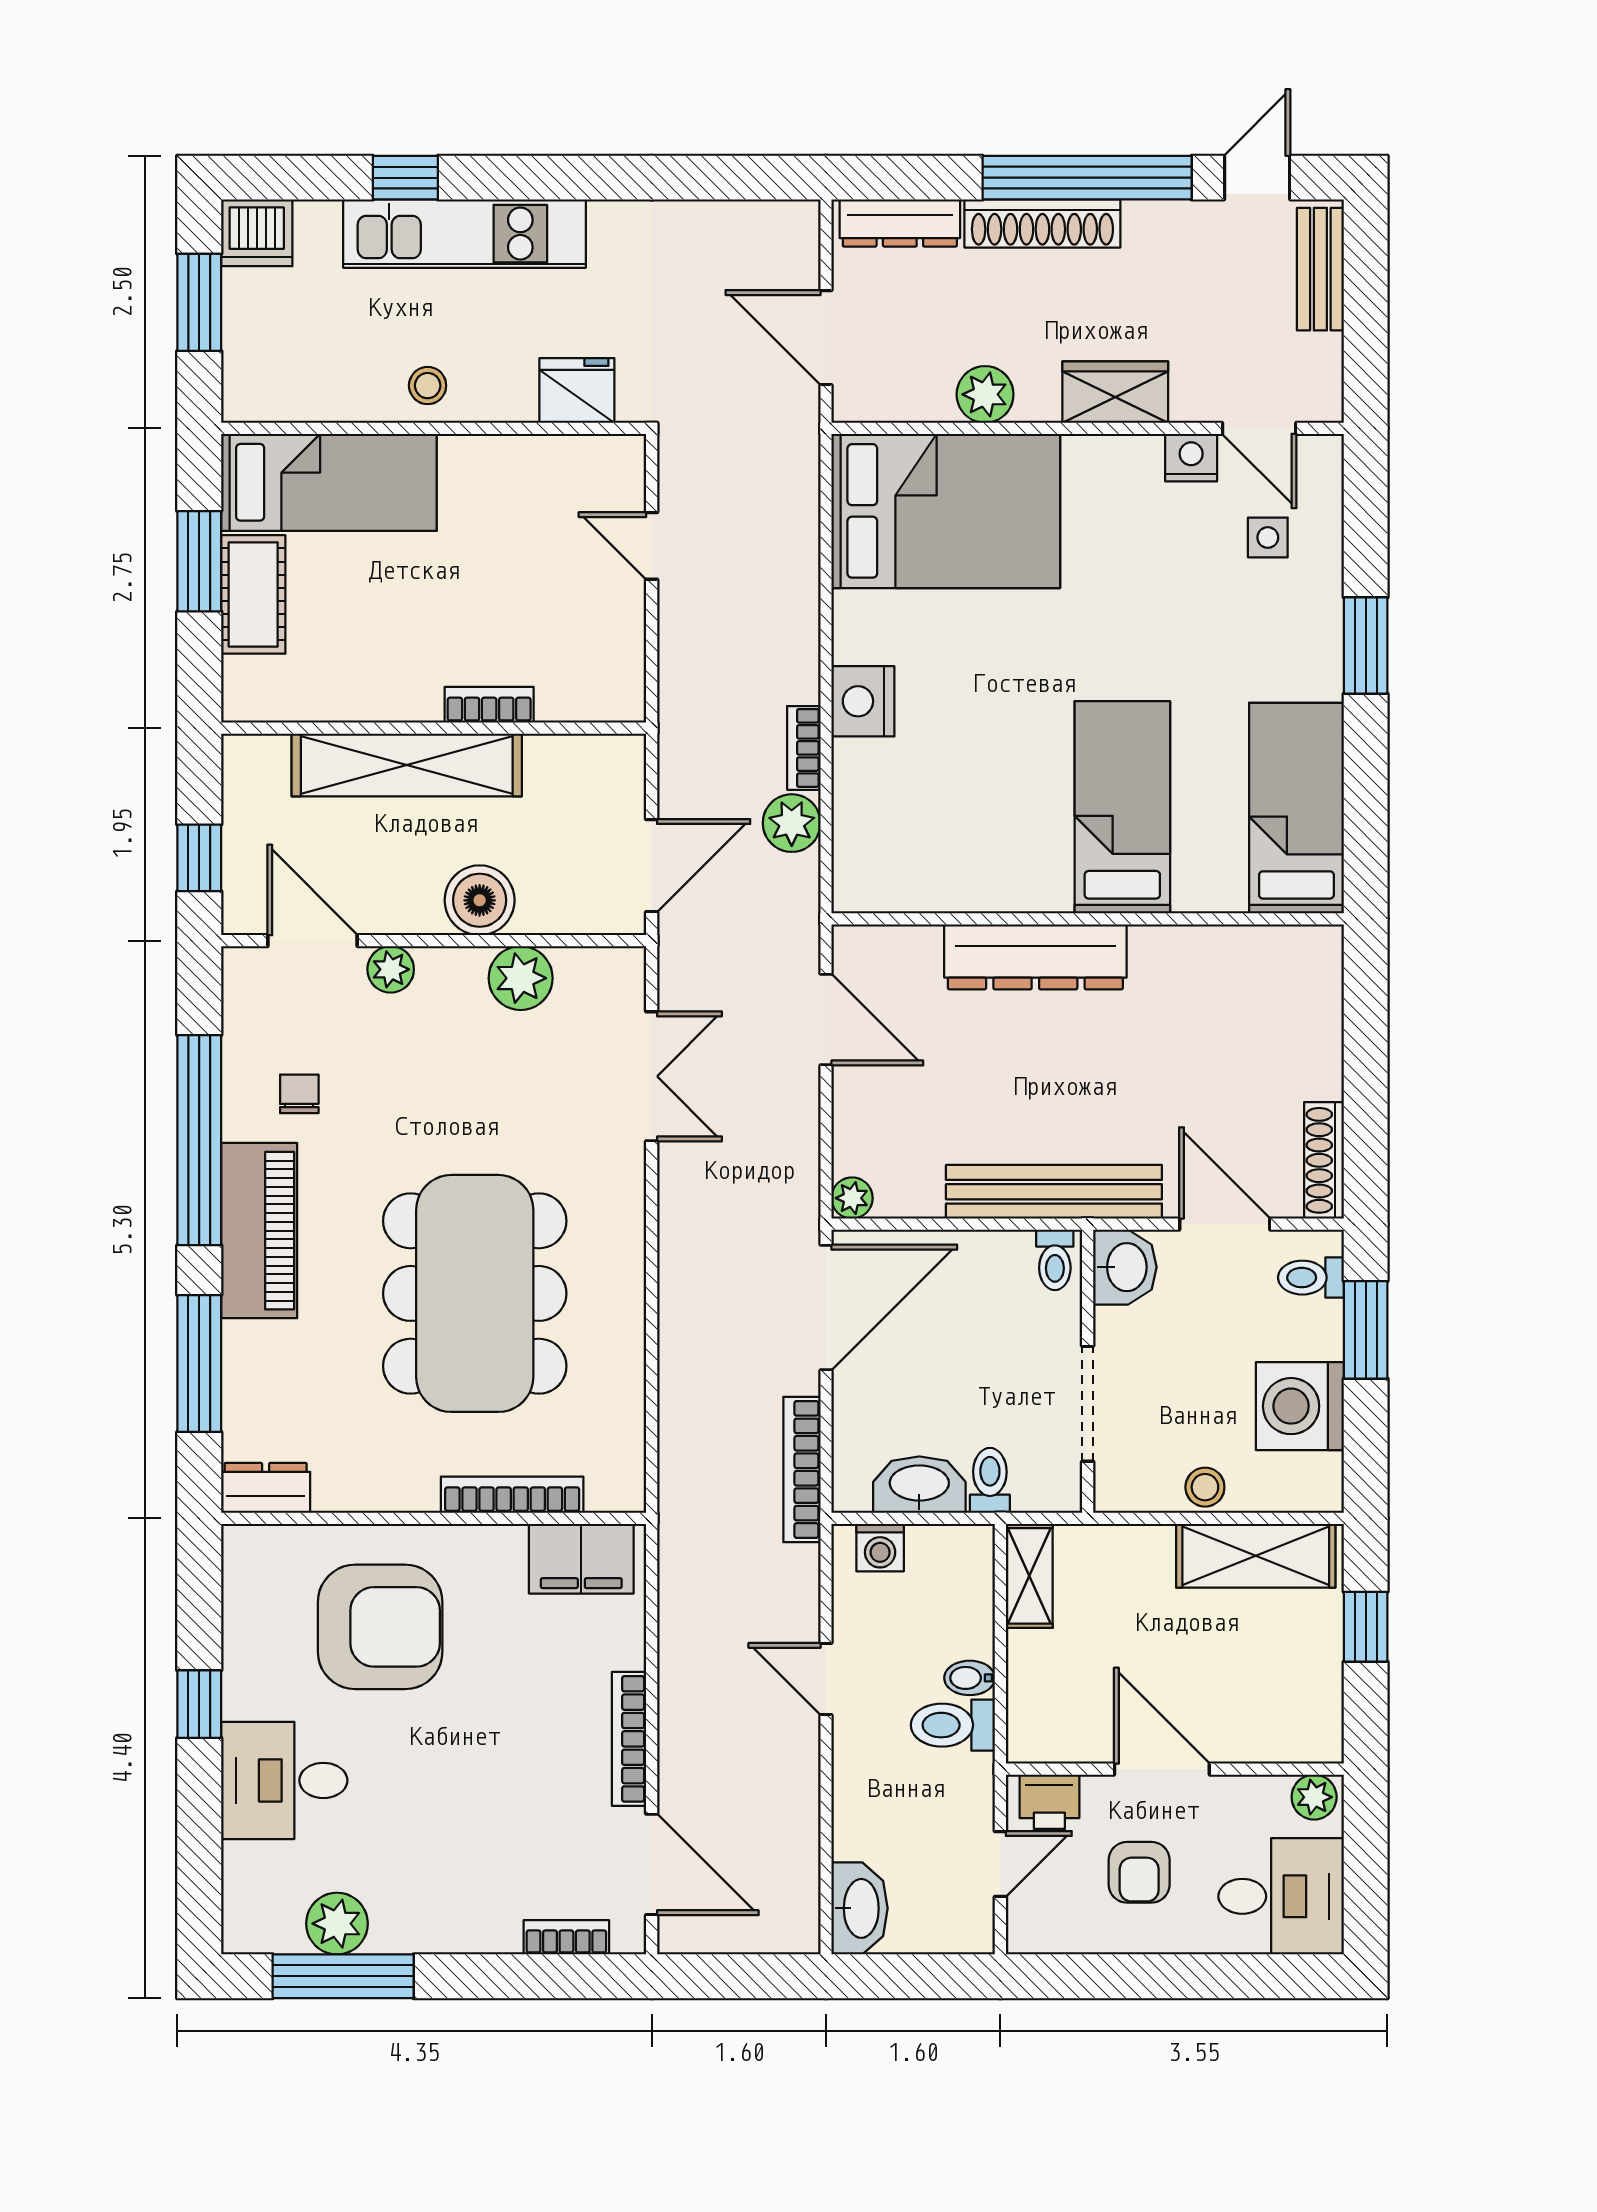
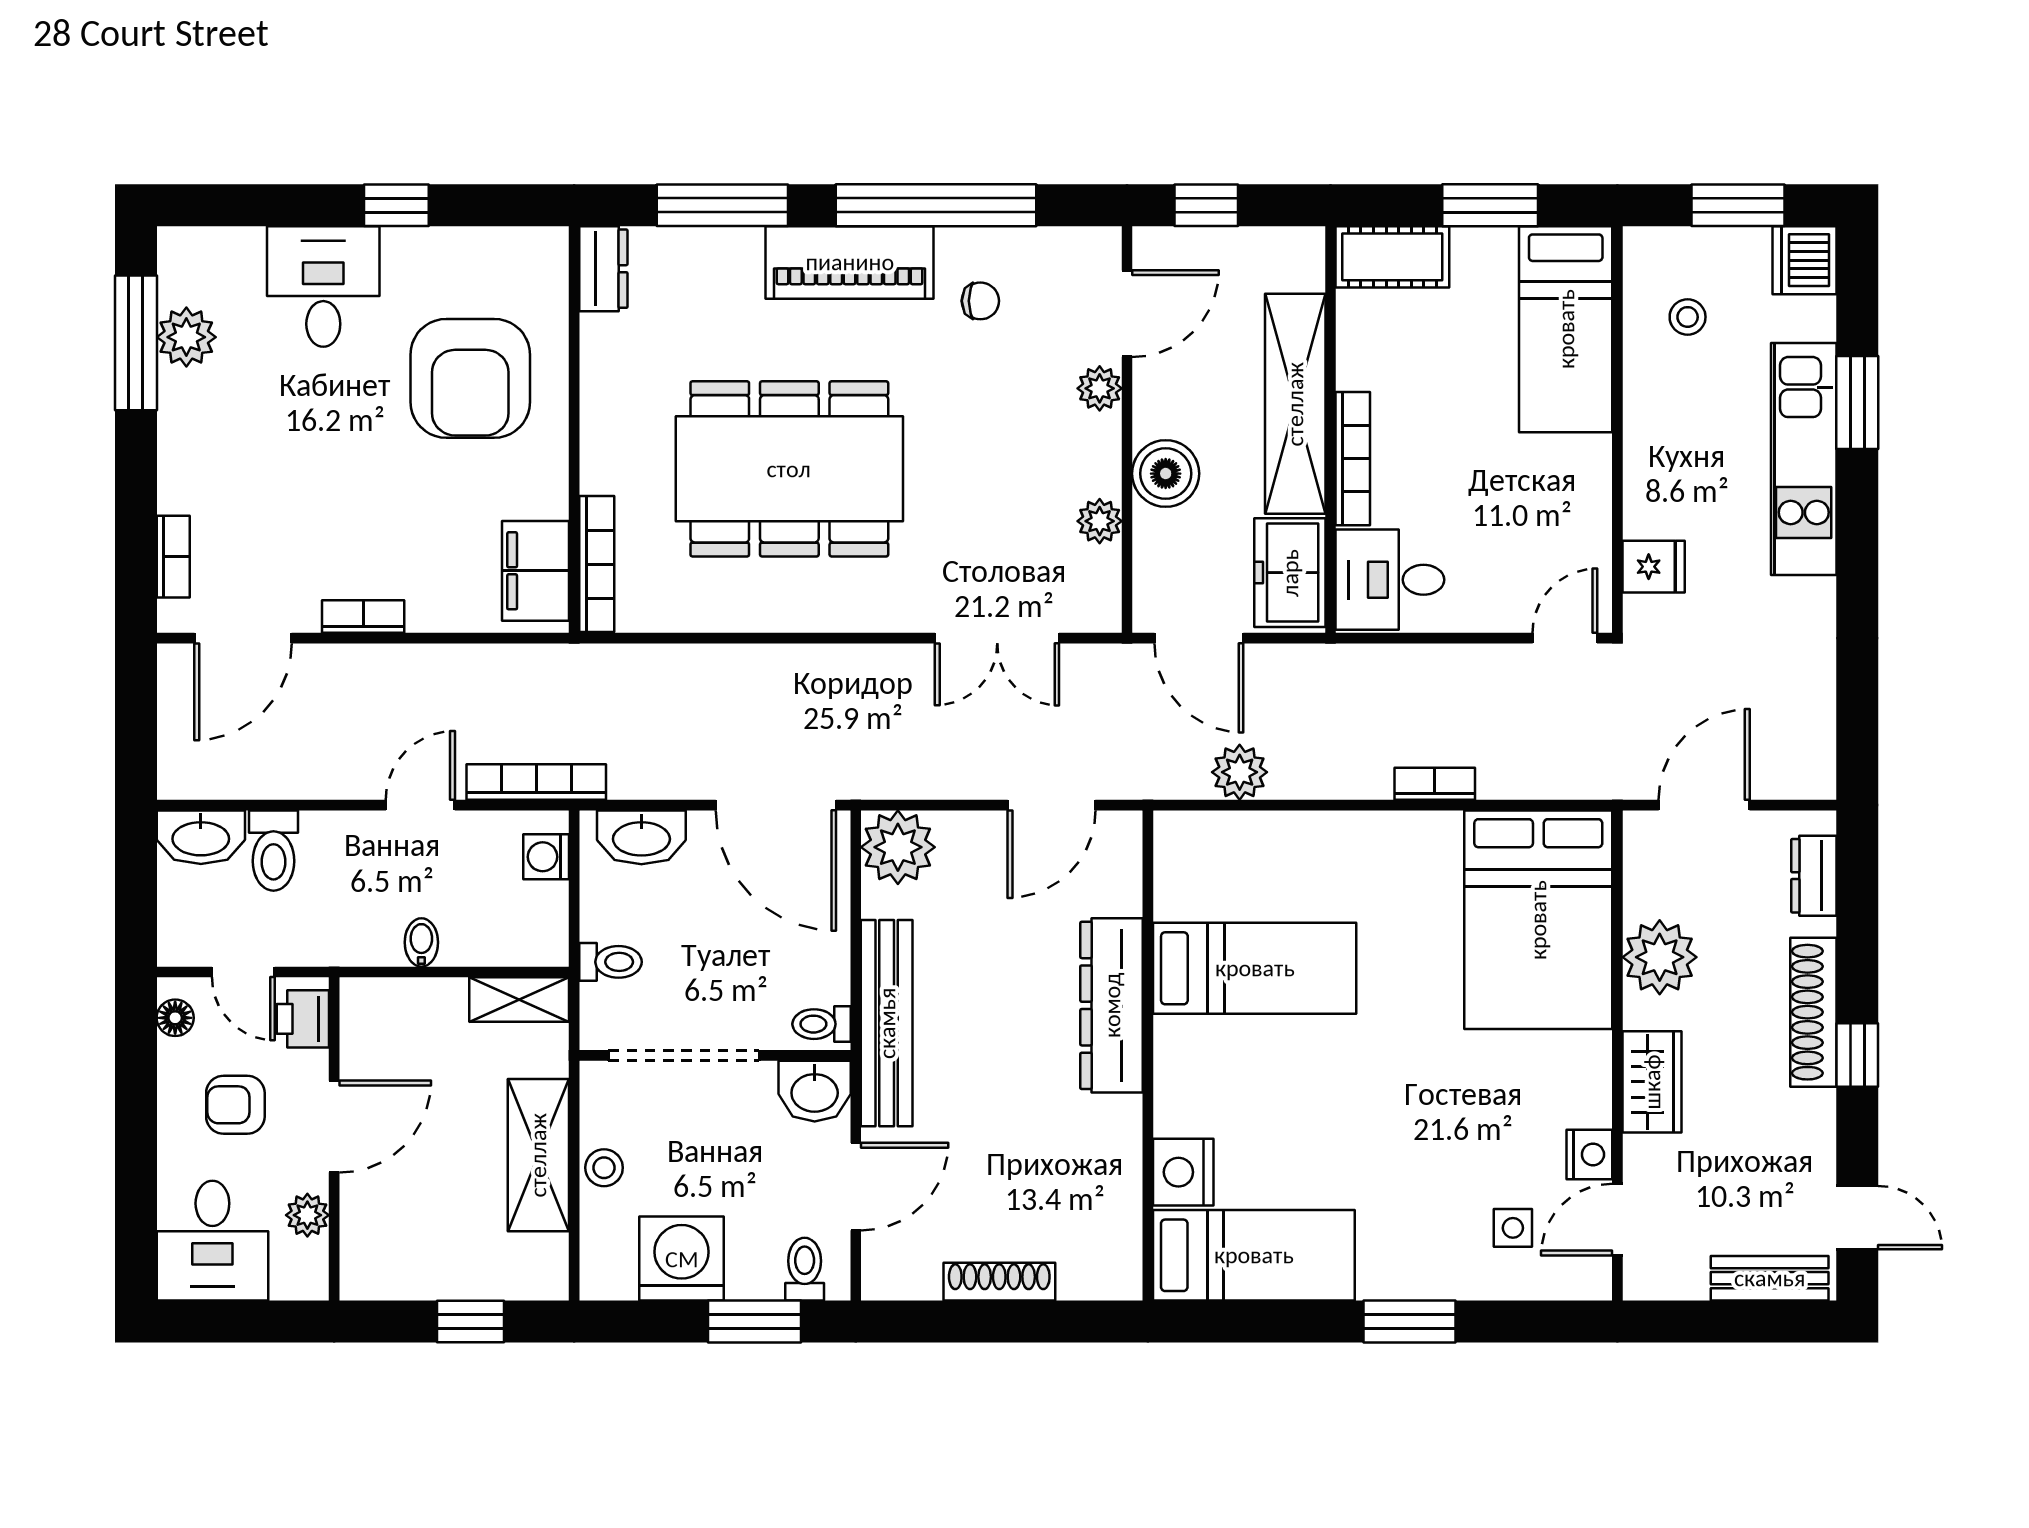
window: (405, 178) -> (1857, 402), width x1.50
window: (1087, 178) -> (1857, 1055), width x0.32
dresser: (900, 223) -> (1814, 876), width x0.70
stool: (428, 386) -> (1688, 317), moved
fridge: (577, 391) -> (1654, 567), width x0.72
plant: (985, 394) -> (1660, 957), width x1.36, depth x1.36
door: (652, 546) -> (1565, 638), moved
cot: (253, 594) -> (1392, 257), moved
desk: (591, 666) -> (1390, 580), added
nightstand: (863, 701) -> (1183, 1172), moved, turned -90
bookcase: (489, 705) -> (1353, 459), width x1.56
bookcase: (804, 748) -> (1435, 784), moved
freezer: (583, 771) -> (1290, 573), added
bed: (1122, 807) -> (1255, 968), moved
plant: (521, 978) -> (1100, 521), width x0.73, depth x0.73
shoe rack: (1324, 1160) -> (999, 1282), moved
plant: (852, 1198) -> (898, 847), width x1.87, depth x1.87
doorway: (1088, 1404) -> (684, 1055), width x1.36
bookcase: (802, 1469) -> (536, 782), moved
washbasin: (919, 1485) -> (641, 837), moved, turned 90
bookcase: (512, 1495) -> (597, 564), moved
shelving: (1256, 1556) -> (538, 1155), moved
toilet: (953, 1725) -> (273, 851), moved, turned 180
bookcase: (629, 1739) -> (363, 616), width x0.64
plant: (1314, 1797) -> (307, 1215), moved
floor lamp: (1048, 1935) -> (175, 1018), added

